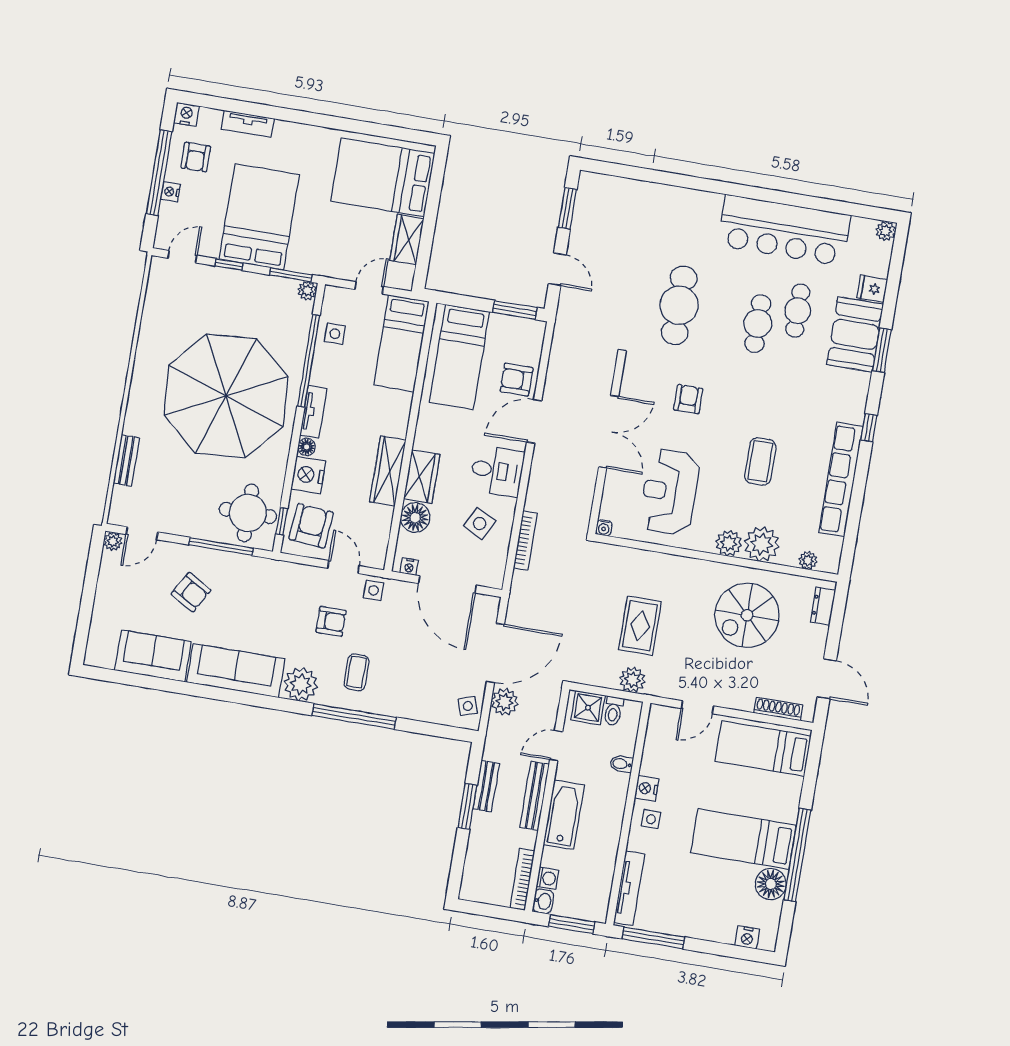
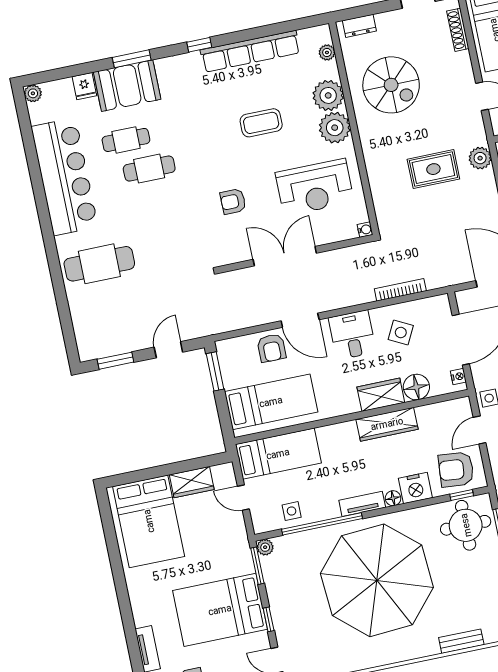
cafe table: (679, 305) -> (99, 264), moved
plant: (729, 543) -> (335, 128), width x1.36, depth x1.36

